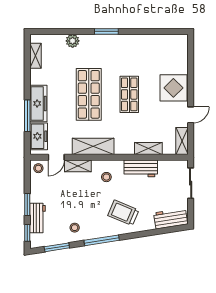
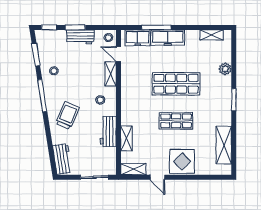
shelving: (93, 146) -> (224, 145), moved
workbench: (38, 218) -> (80, 37), moved

